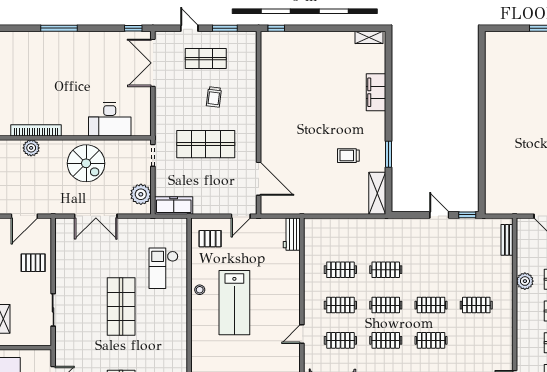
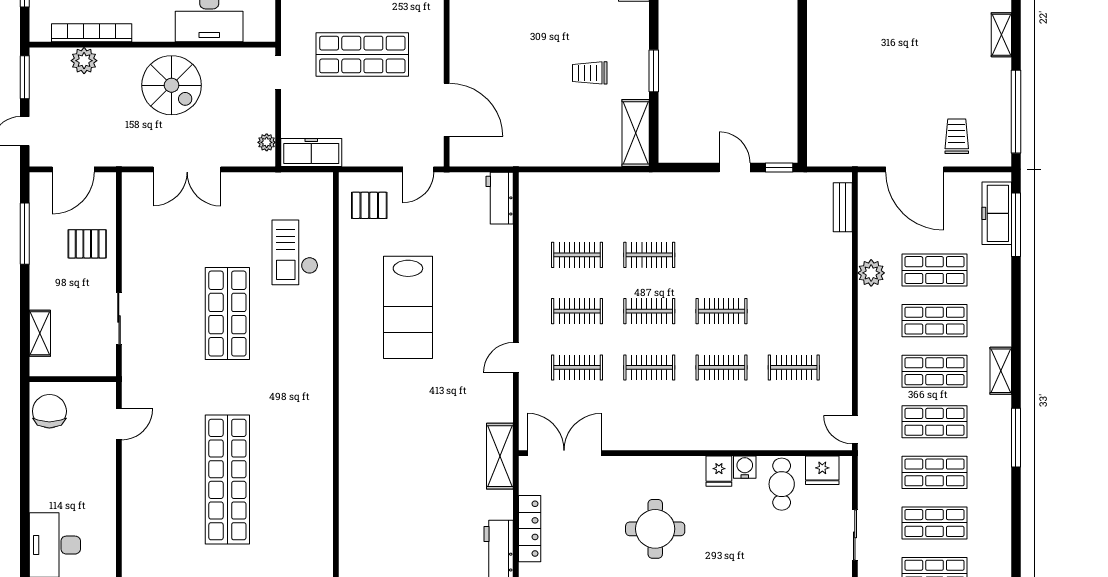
plant: (141, 194) -> (267, 142), width x0.53, depth x0.53
stool: (200, 290) -> (353, 287), removed
clothes rail: (476, 305) -> (794, 367), moved

